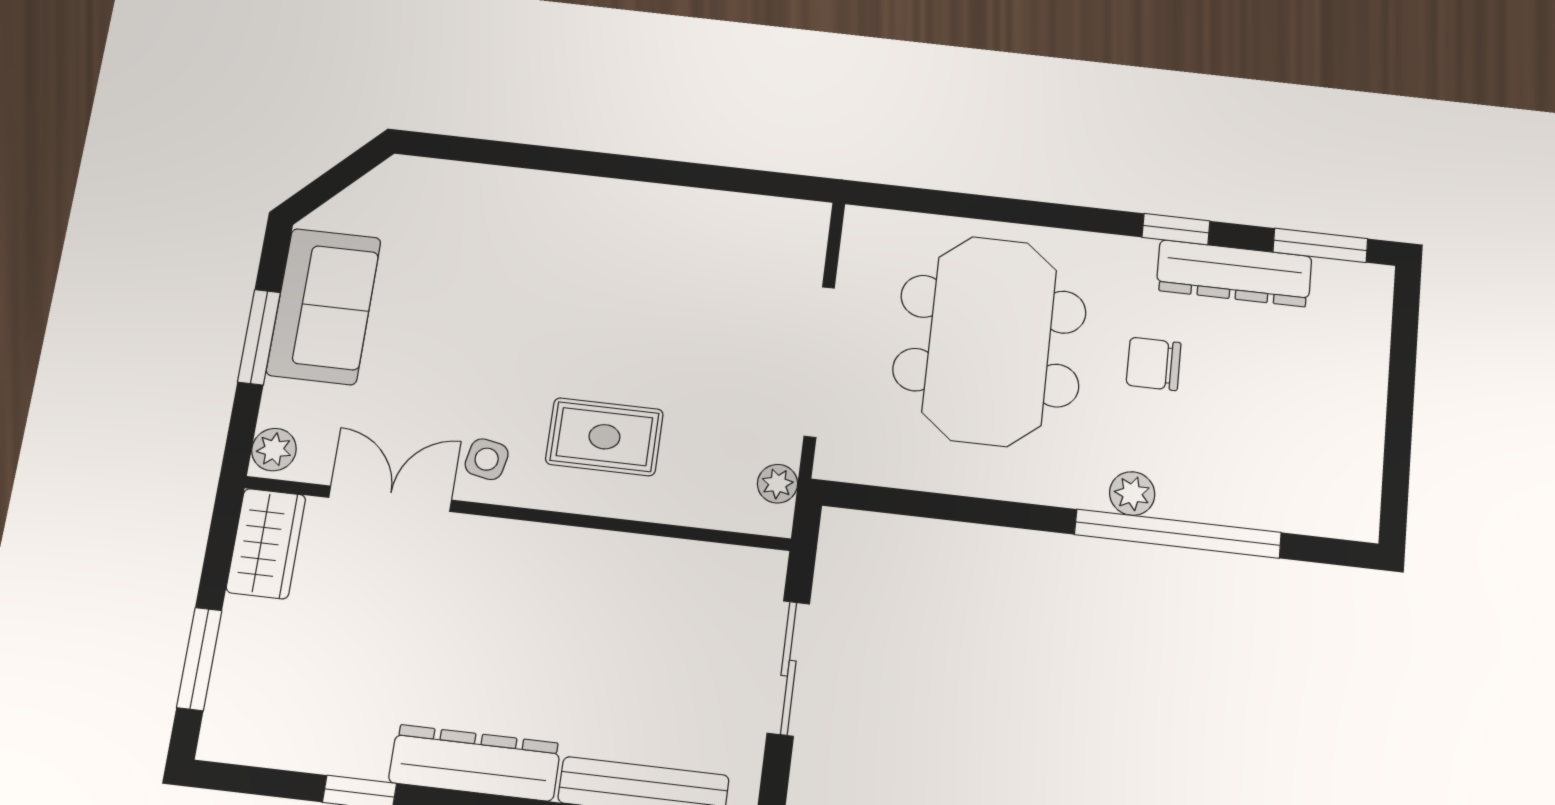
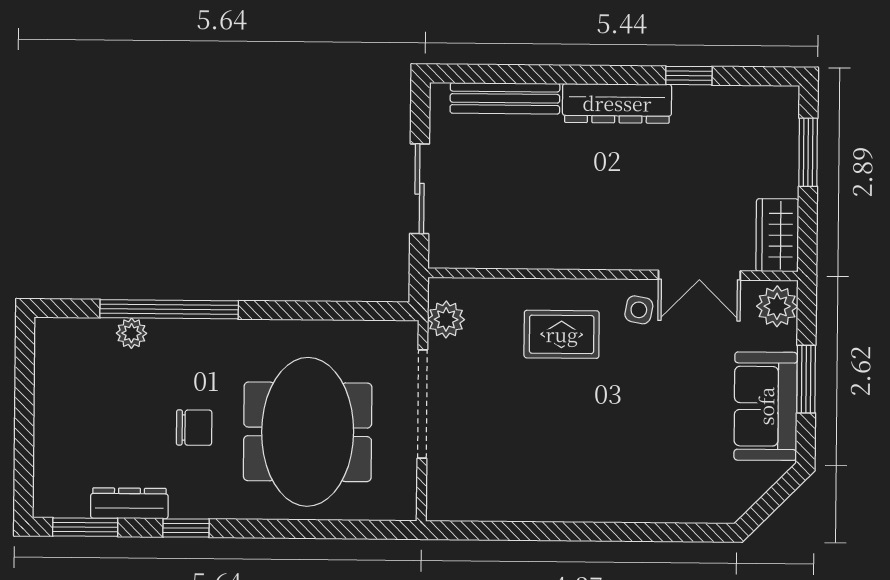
dresser: (1234, 273) -> (129, 503), width x0.73, depth x0.80
plant: (274, 450) -> (777, 306), width x1.38, depth x1.38
plant: (778, 484) -> (446, 319), width x1.38, depth x1.38
plant: (1132, 493) -> (131, 333), moved

